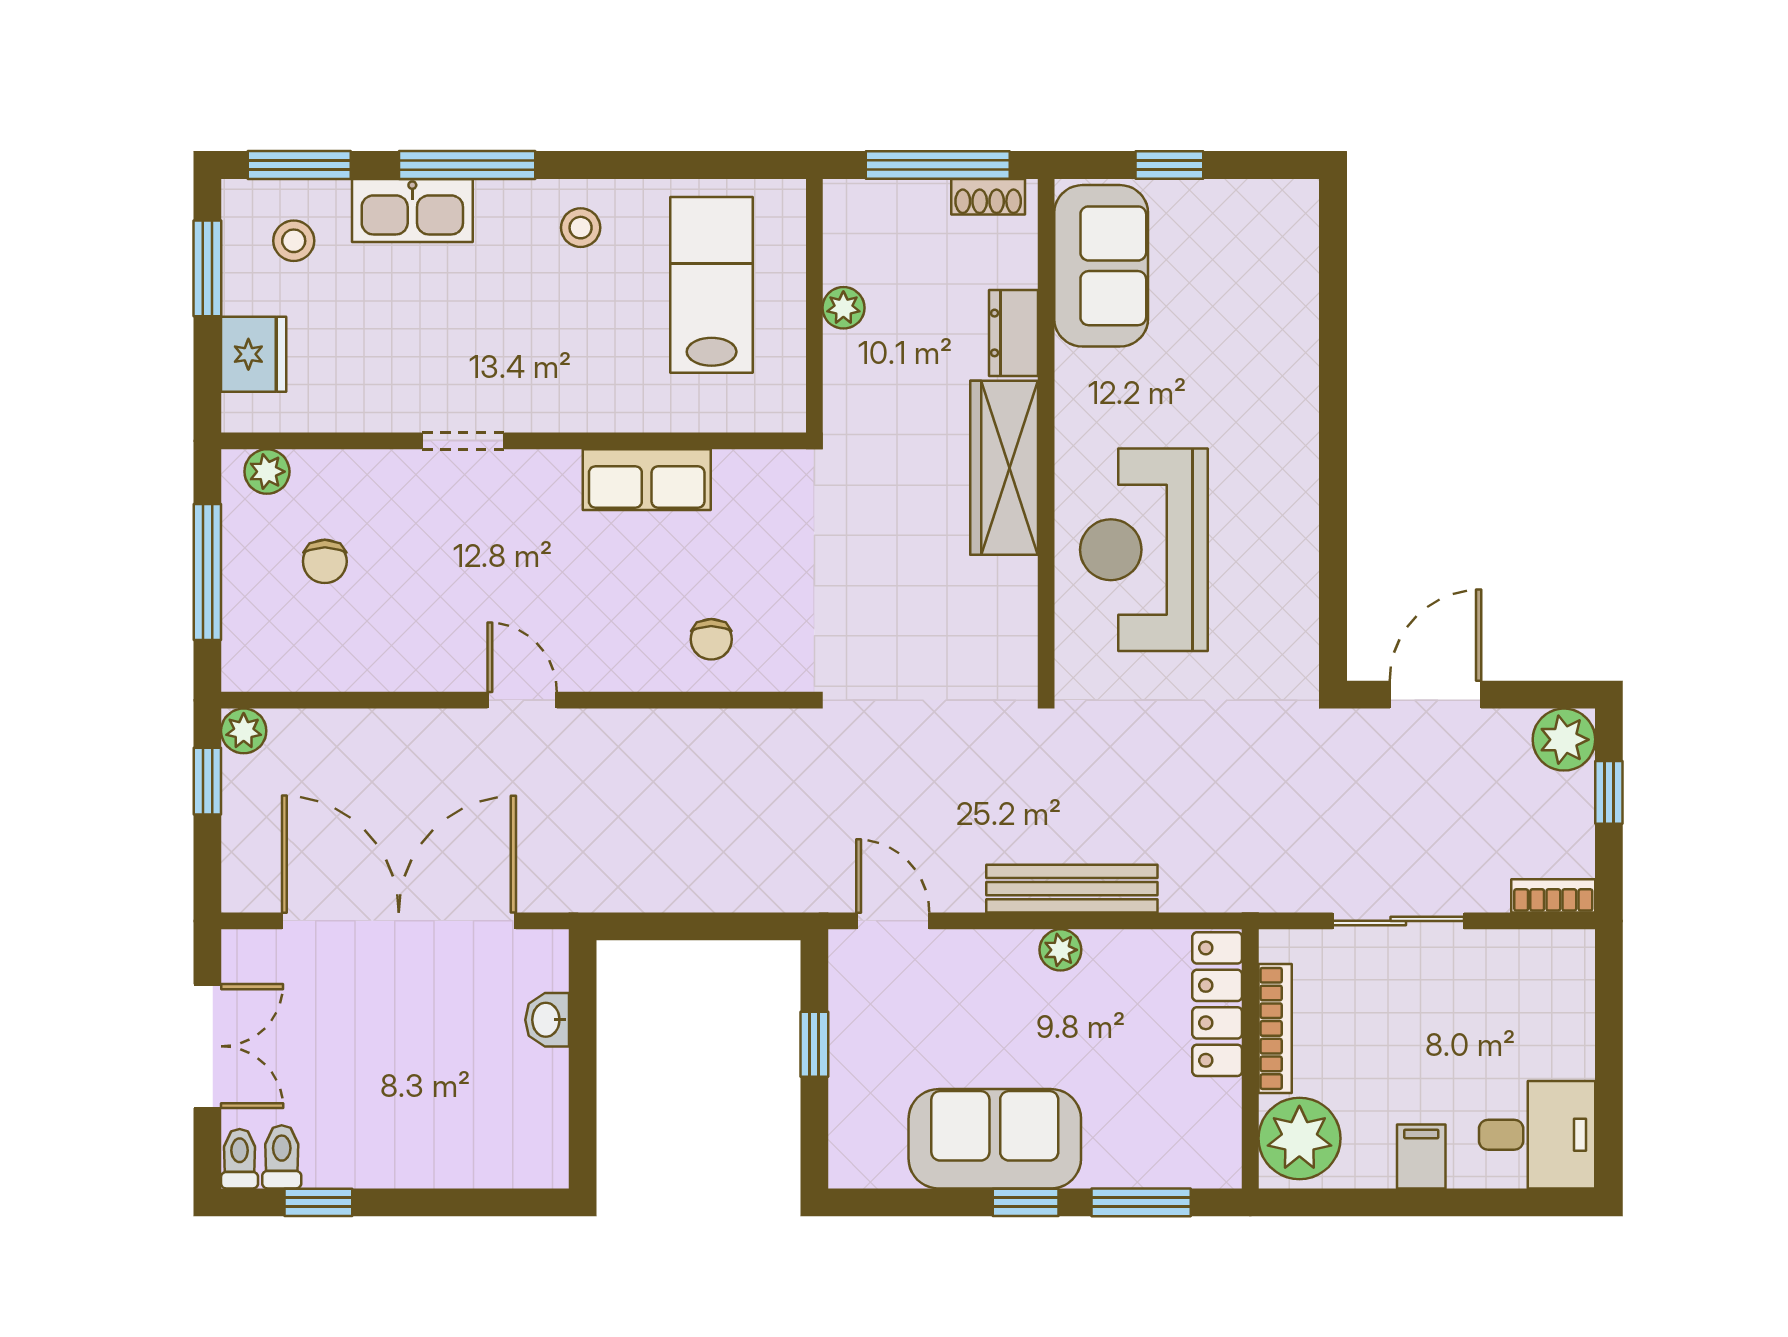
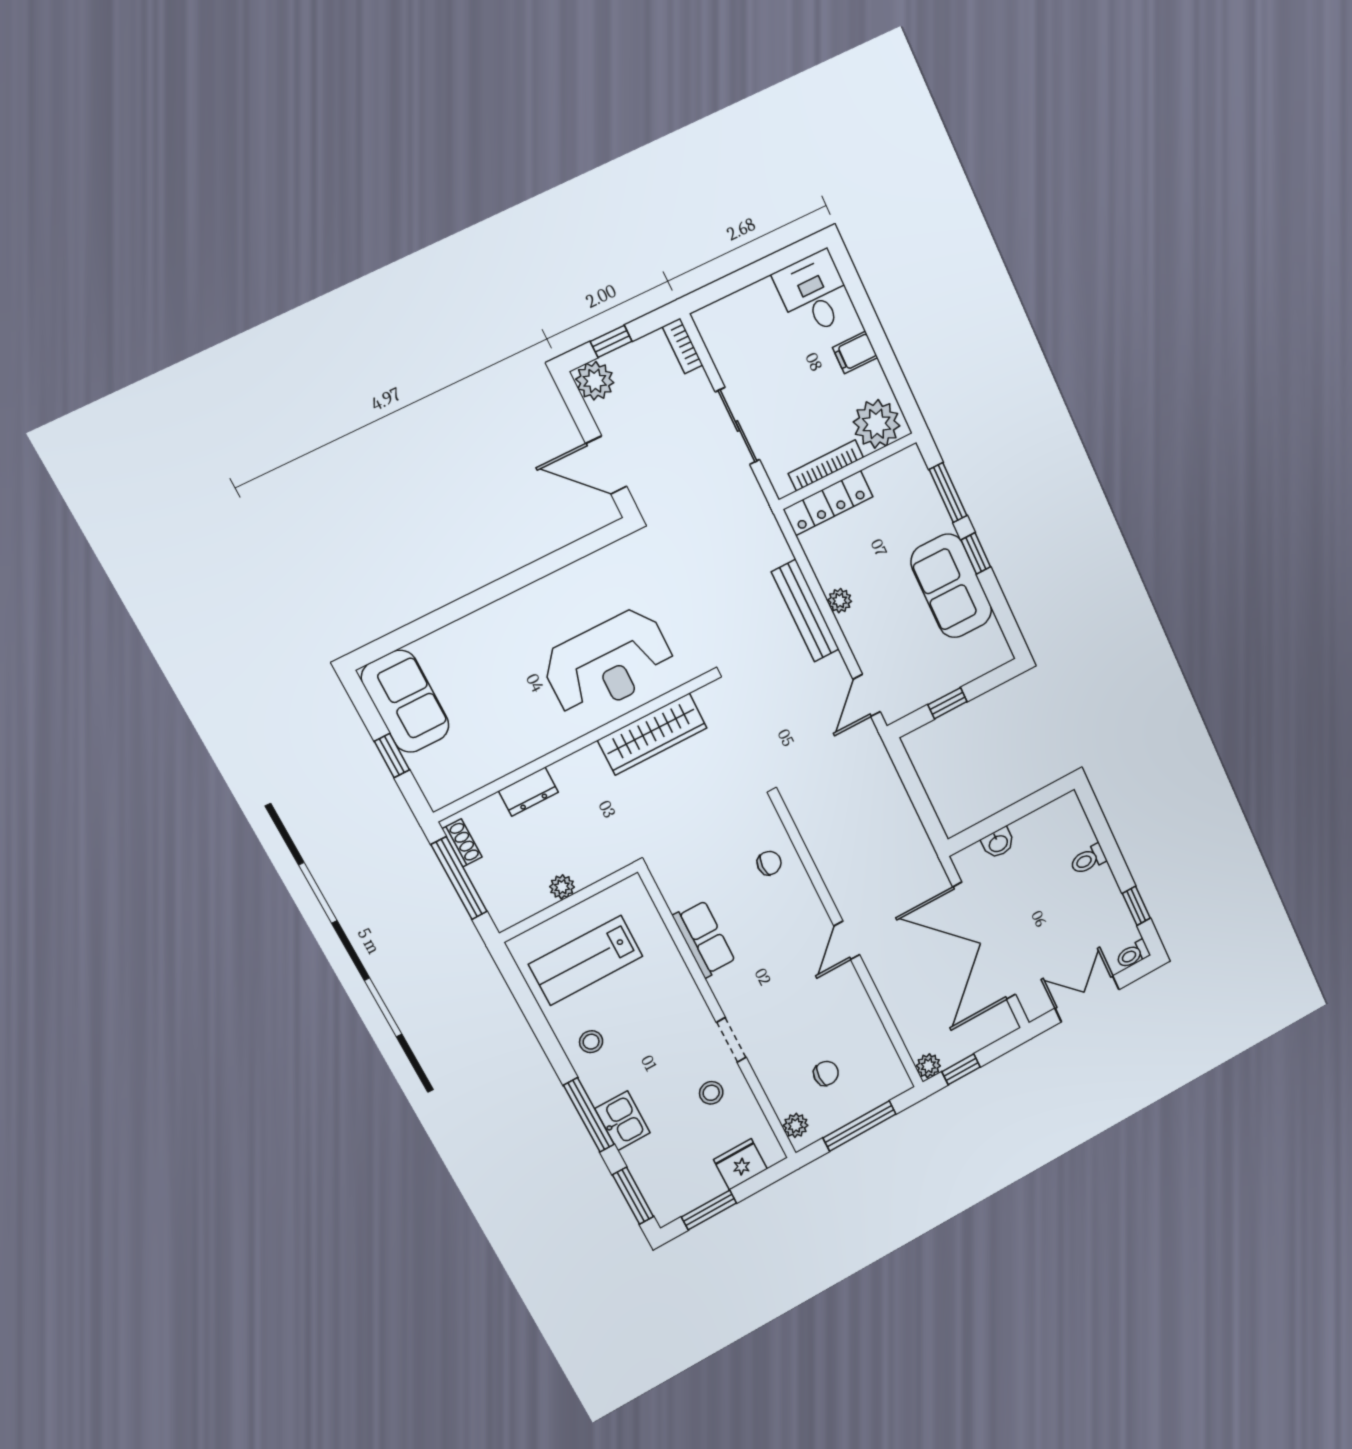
kitchen sink: (412, 210) -> (622, 1121), width x0.73
stool: (294, 241) -> (711, 1093), moved
sofa: (1101, 266) -> (405, 701), moved, turned 90
wardrobe: (1004, 468) -> (652, 734), moved
toilet: (282, 1157) -> (1088, 859), moved

